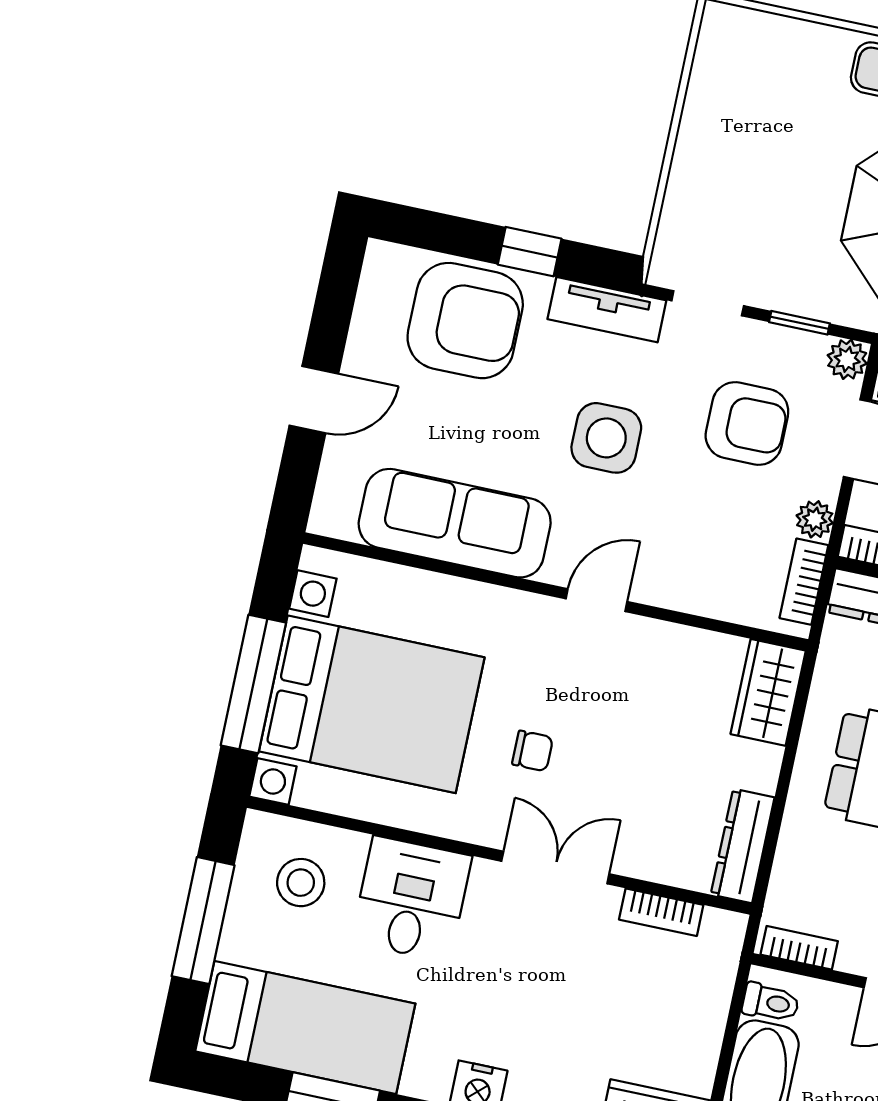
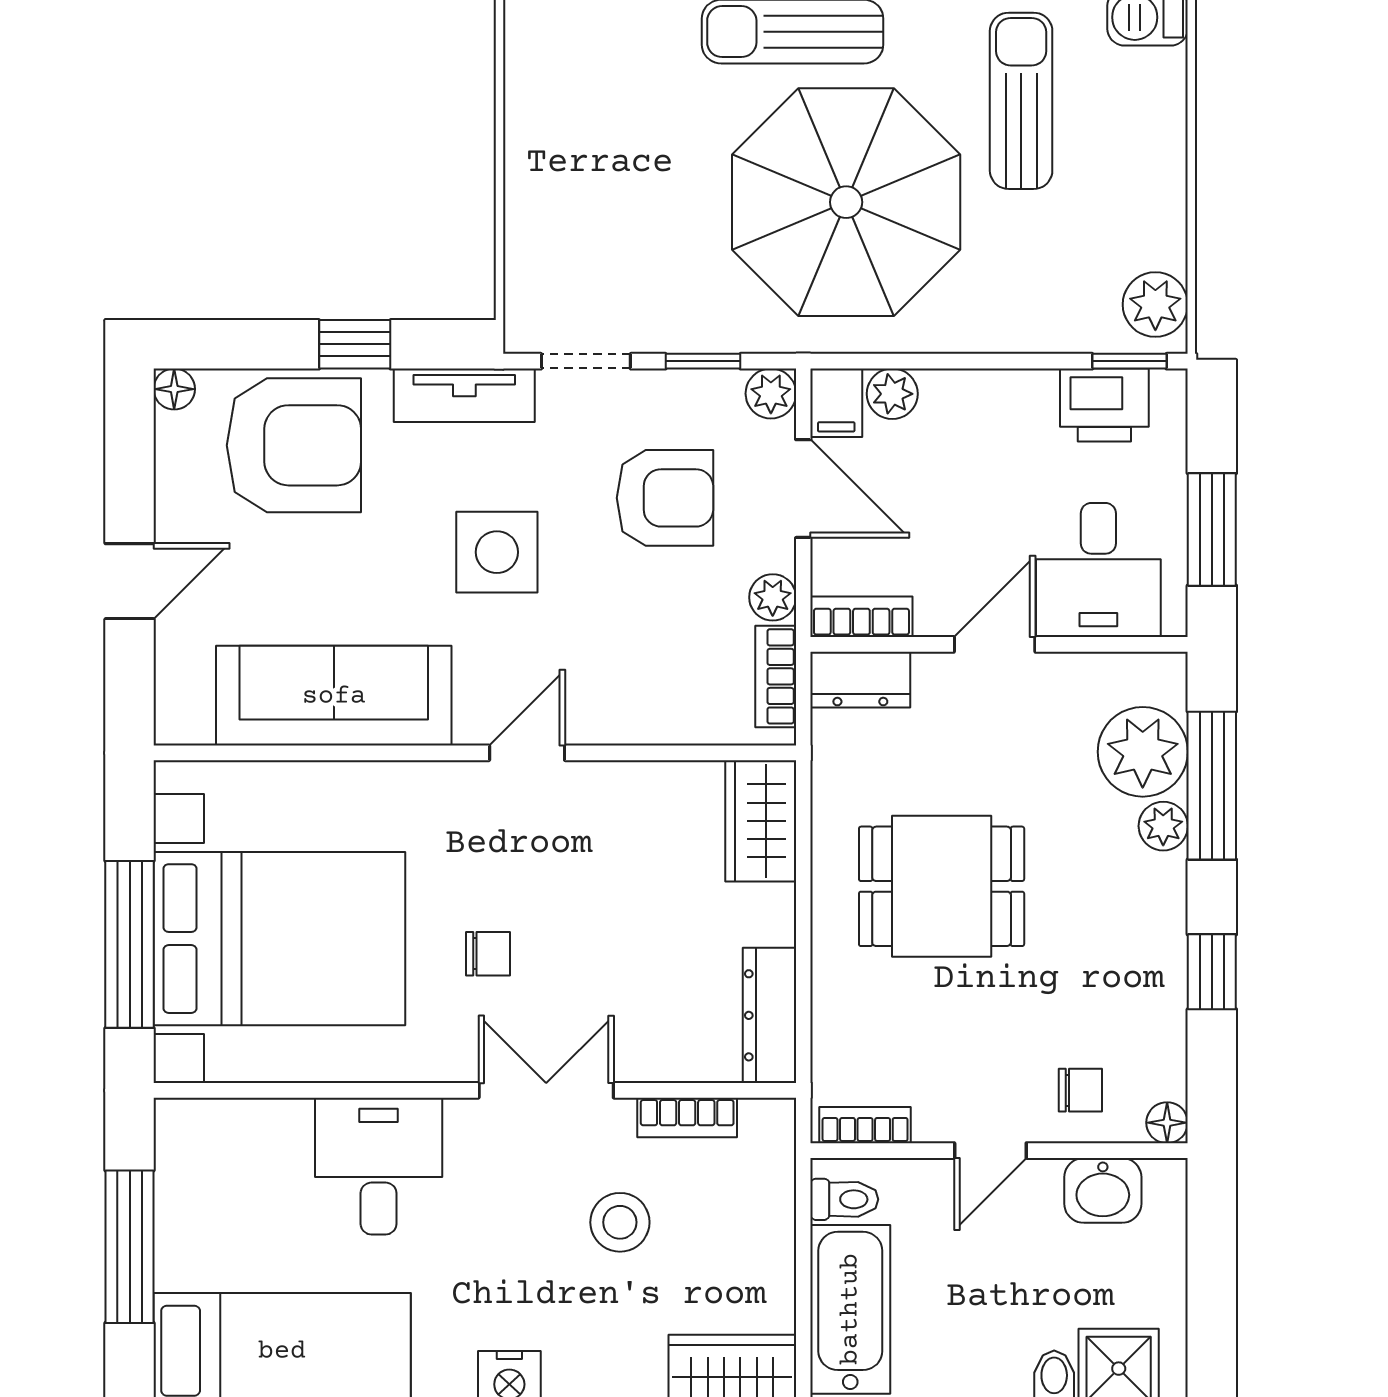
floor lamp: (381, 257) -> (174, 389), added
stool: (301, 883) -> (620, 1222), moved

